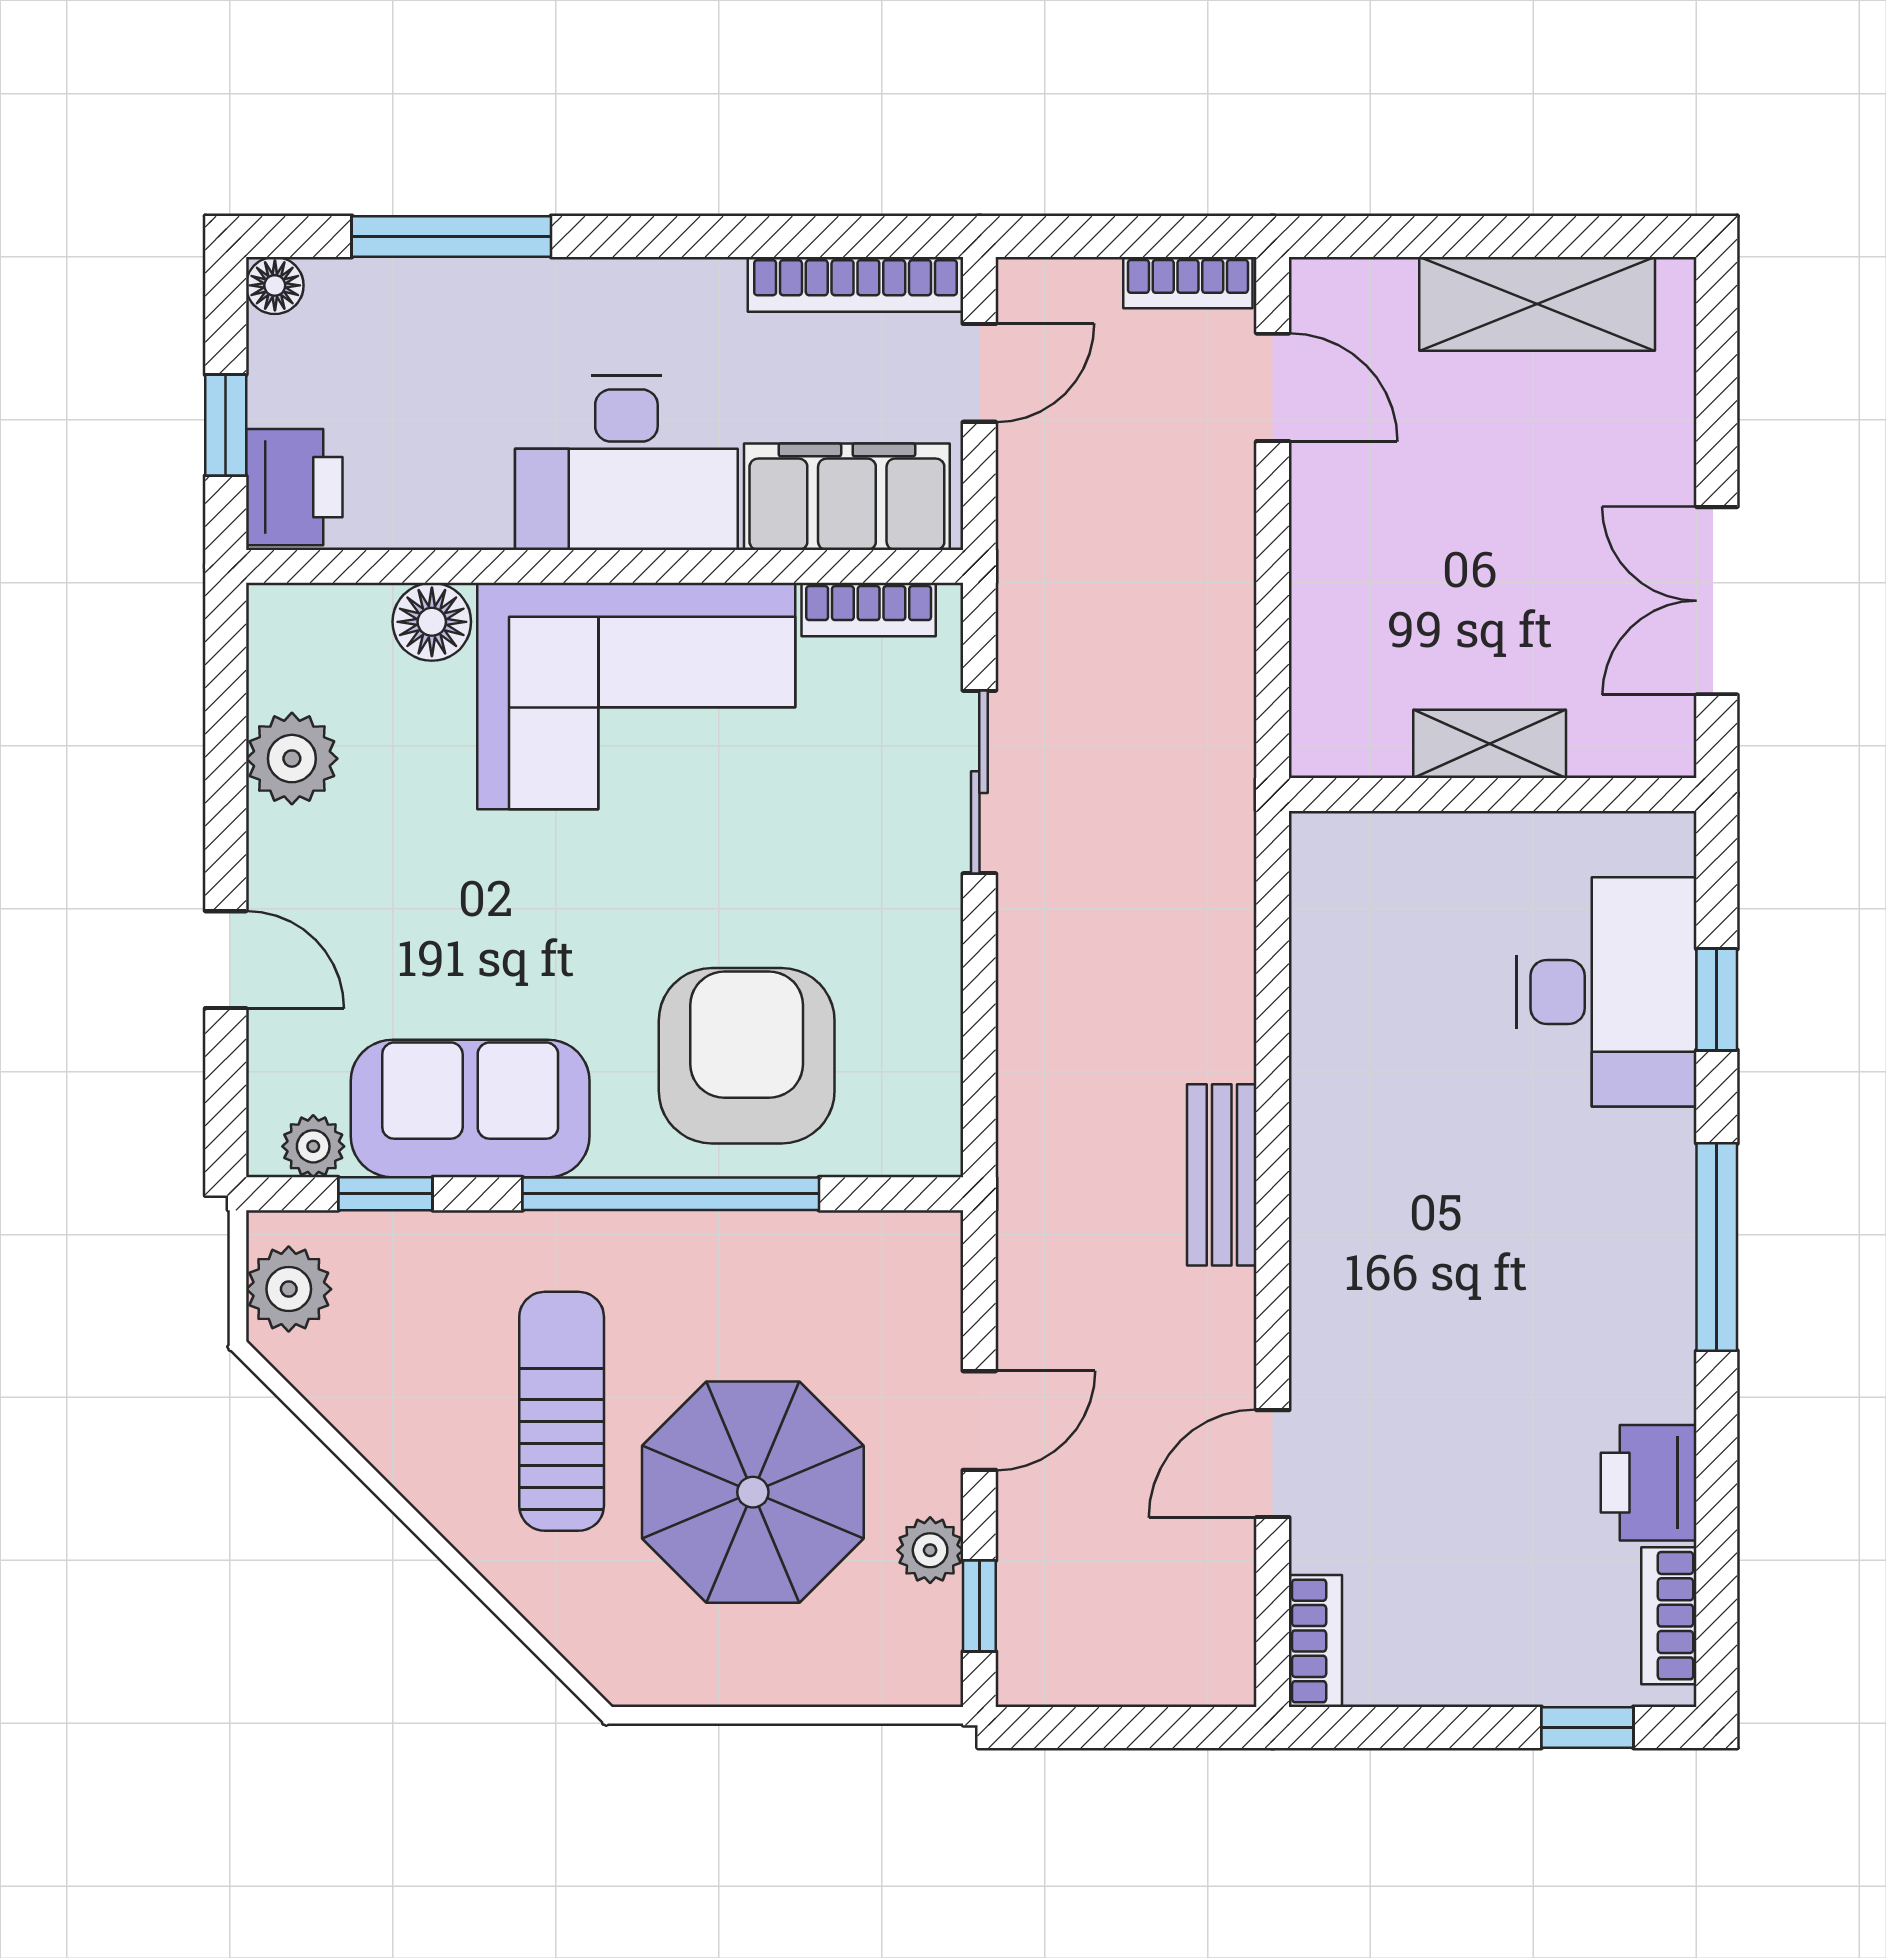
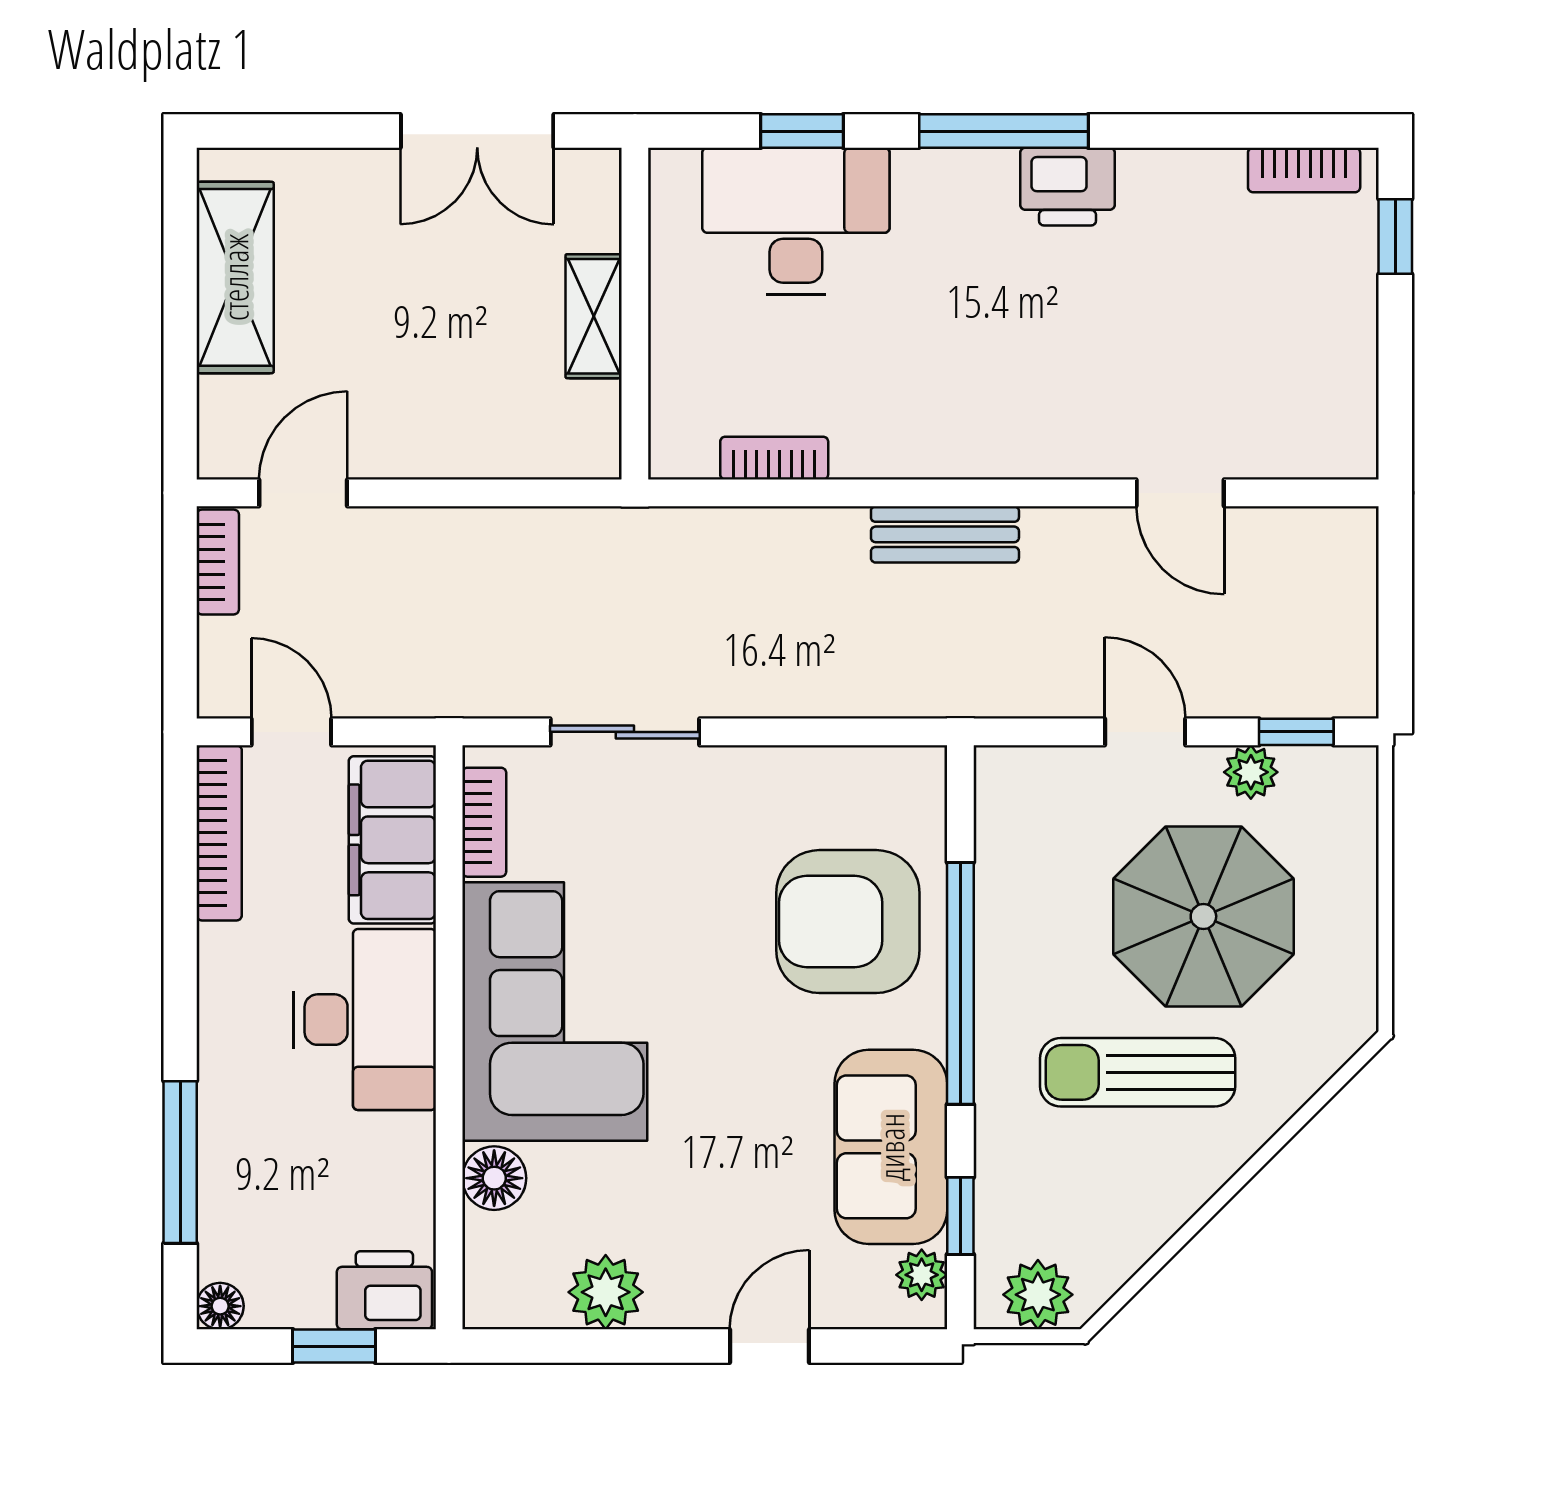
printer: (1649, 1483) -> (1067, 187), moved
bookcase: (1315, 1641) -> (774, 458), moved

